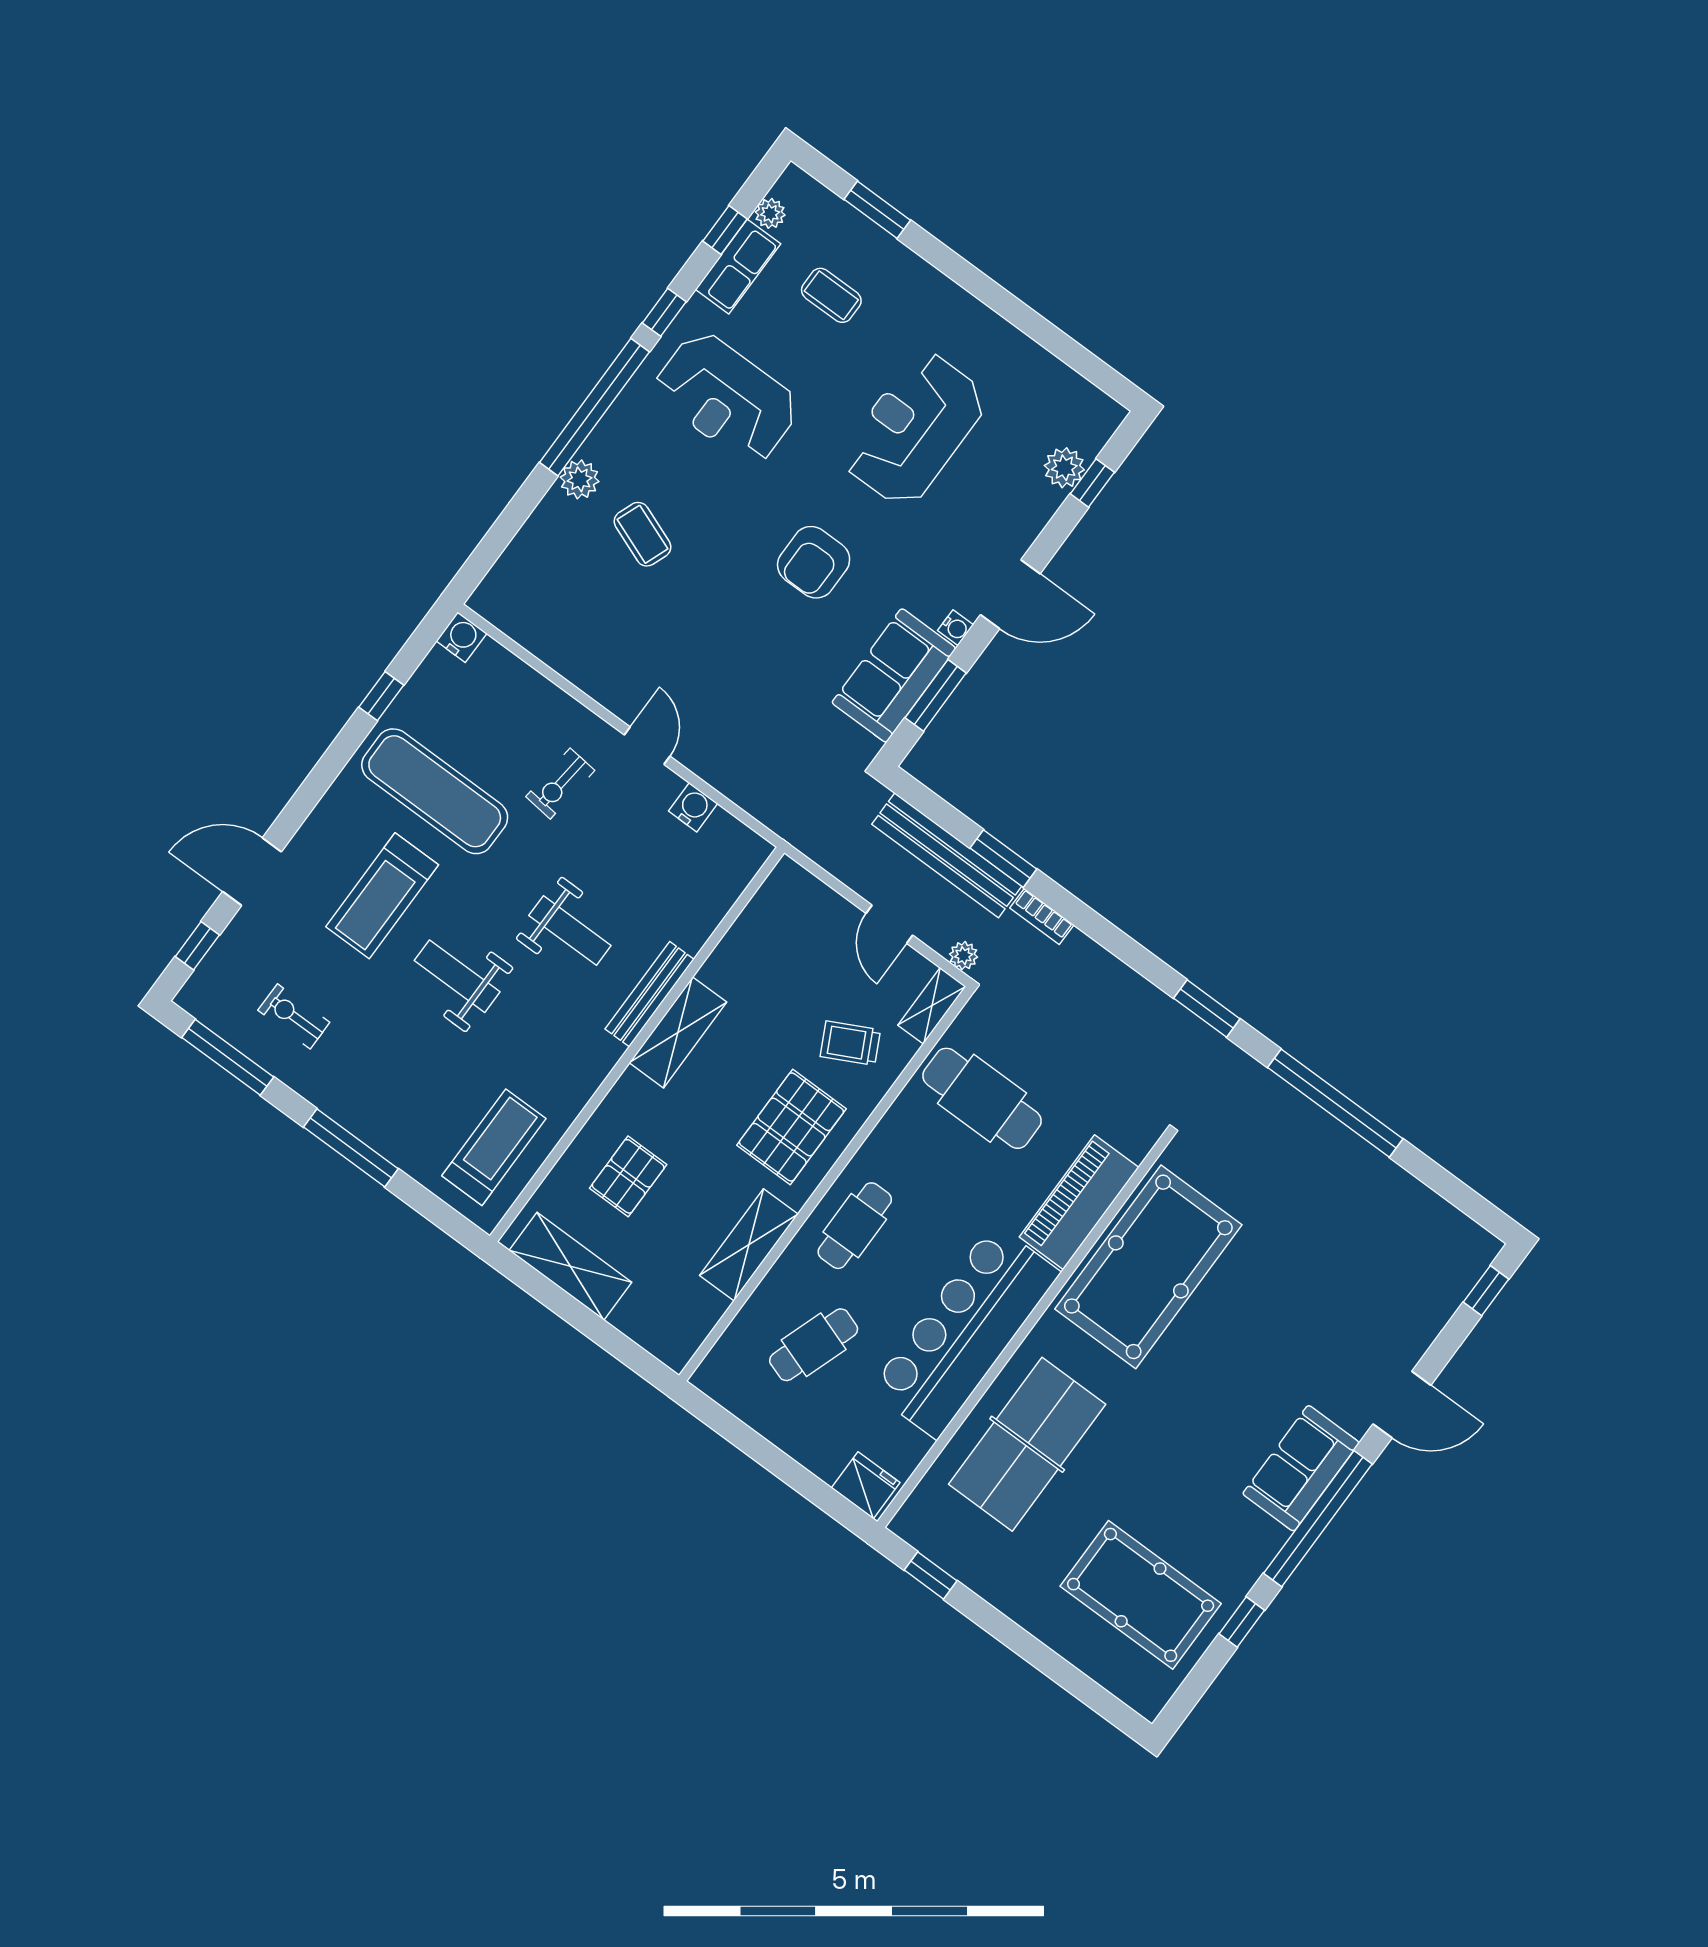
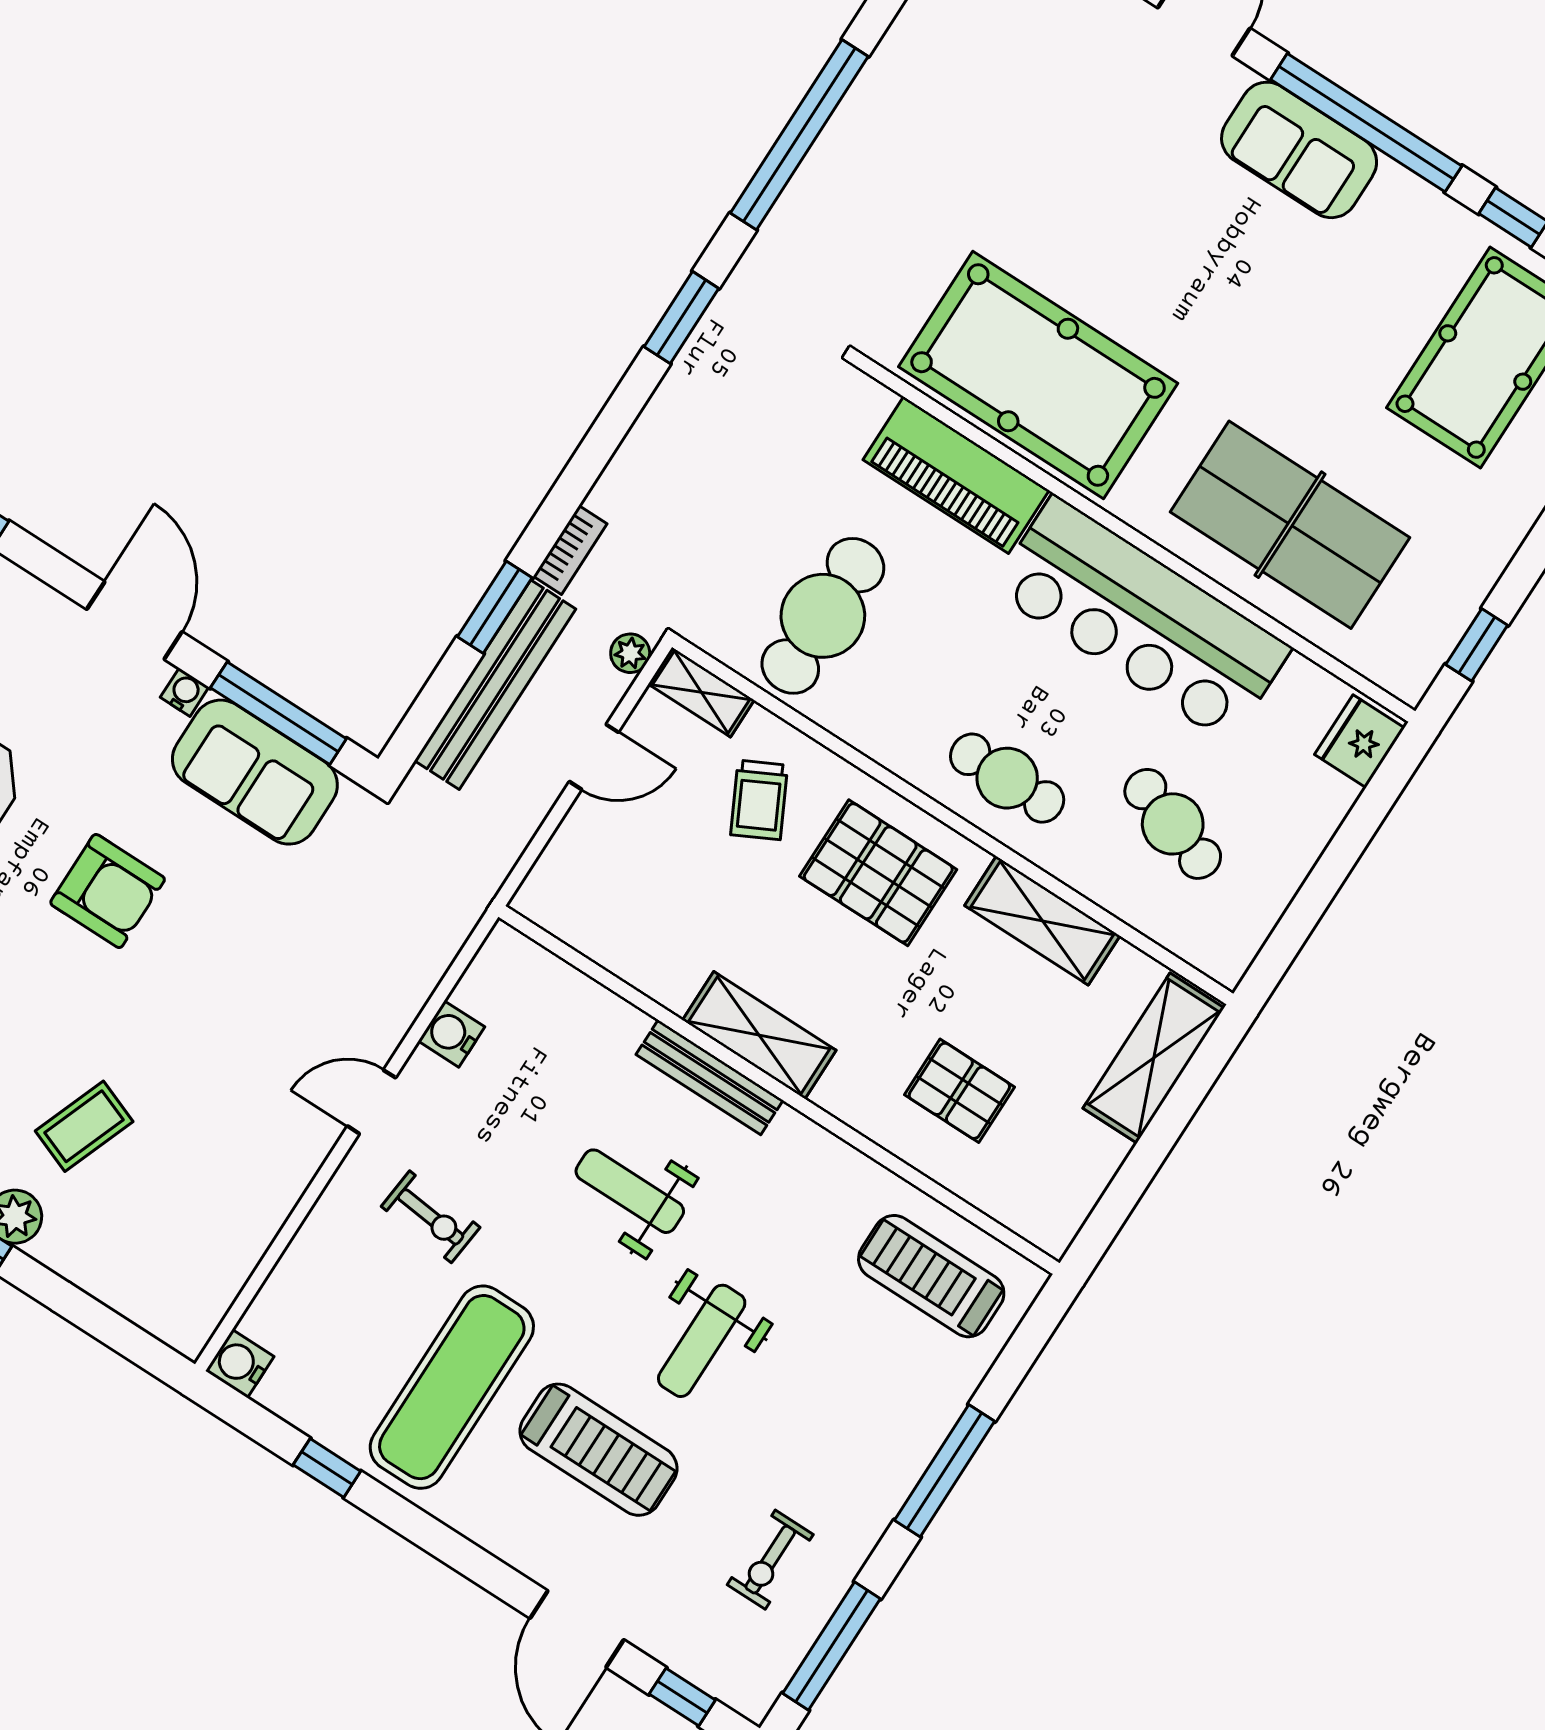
window: (936, 695) -> (278, 713), width x1.44
weight bench: (570, 931) -> (630, 1191), turned -90
shelving: (570, 1266) -> (1154, 1058), moved

